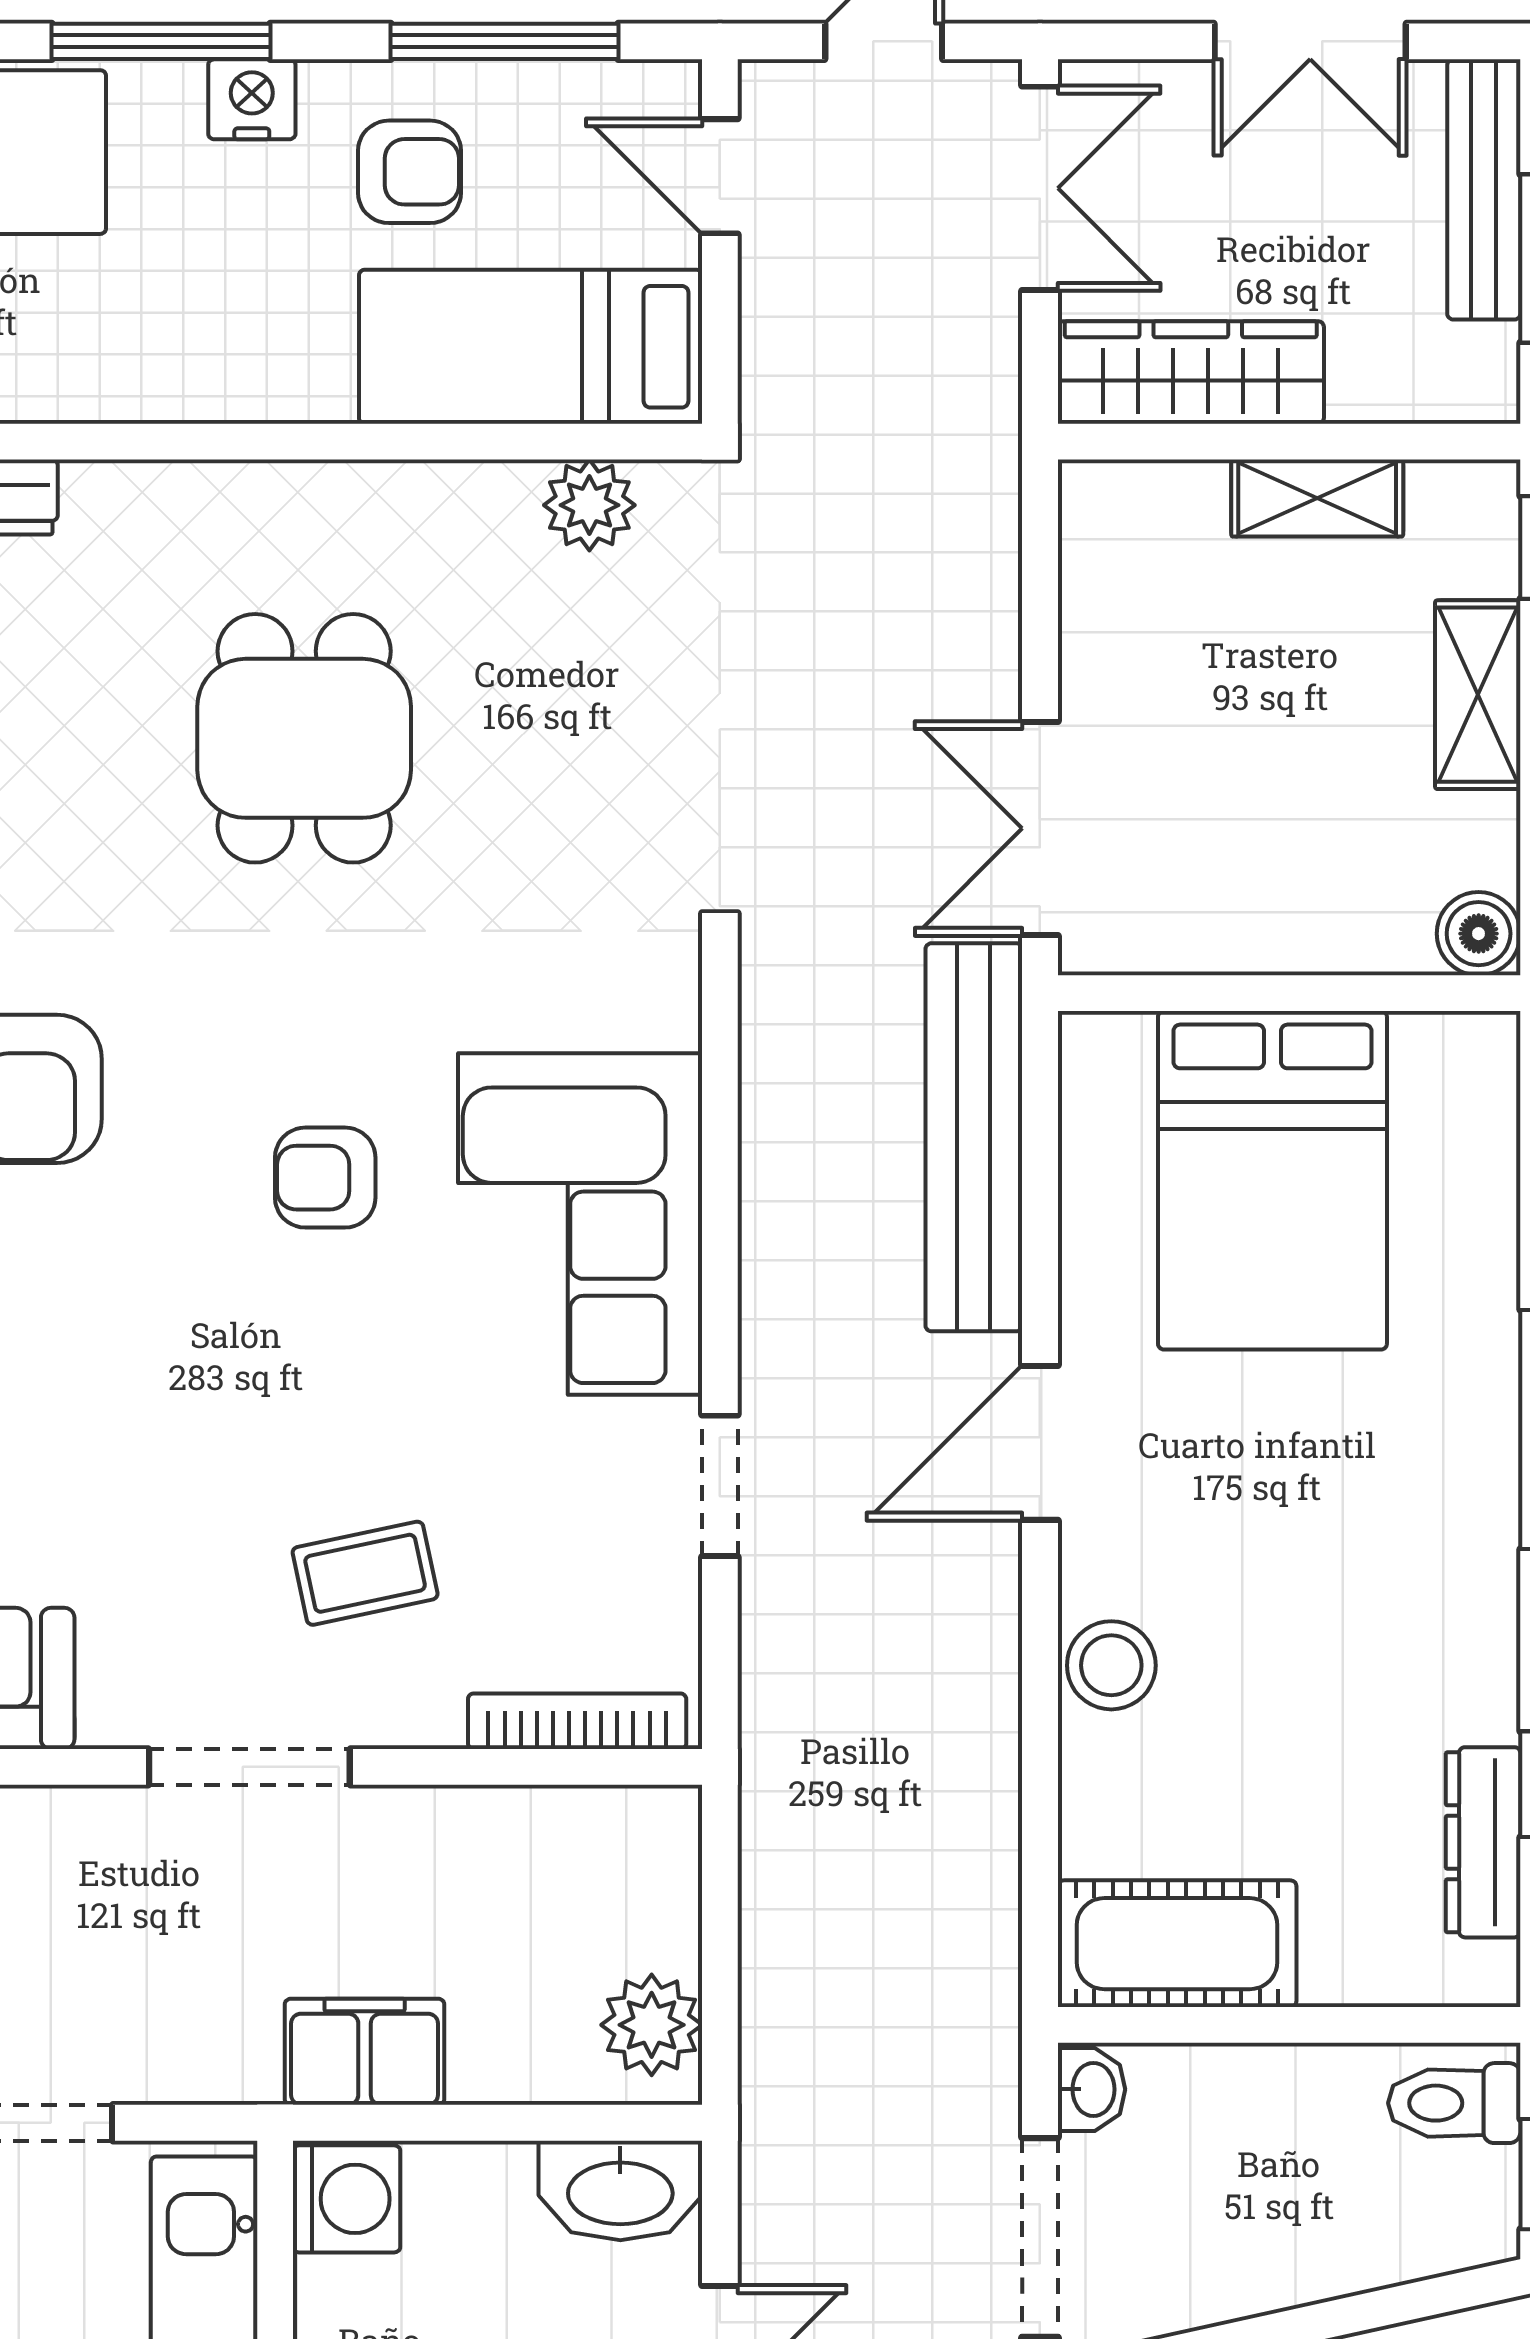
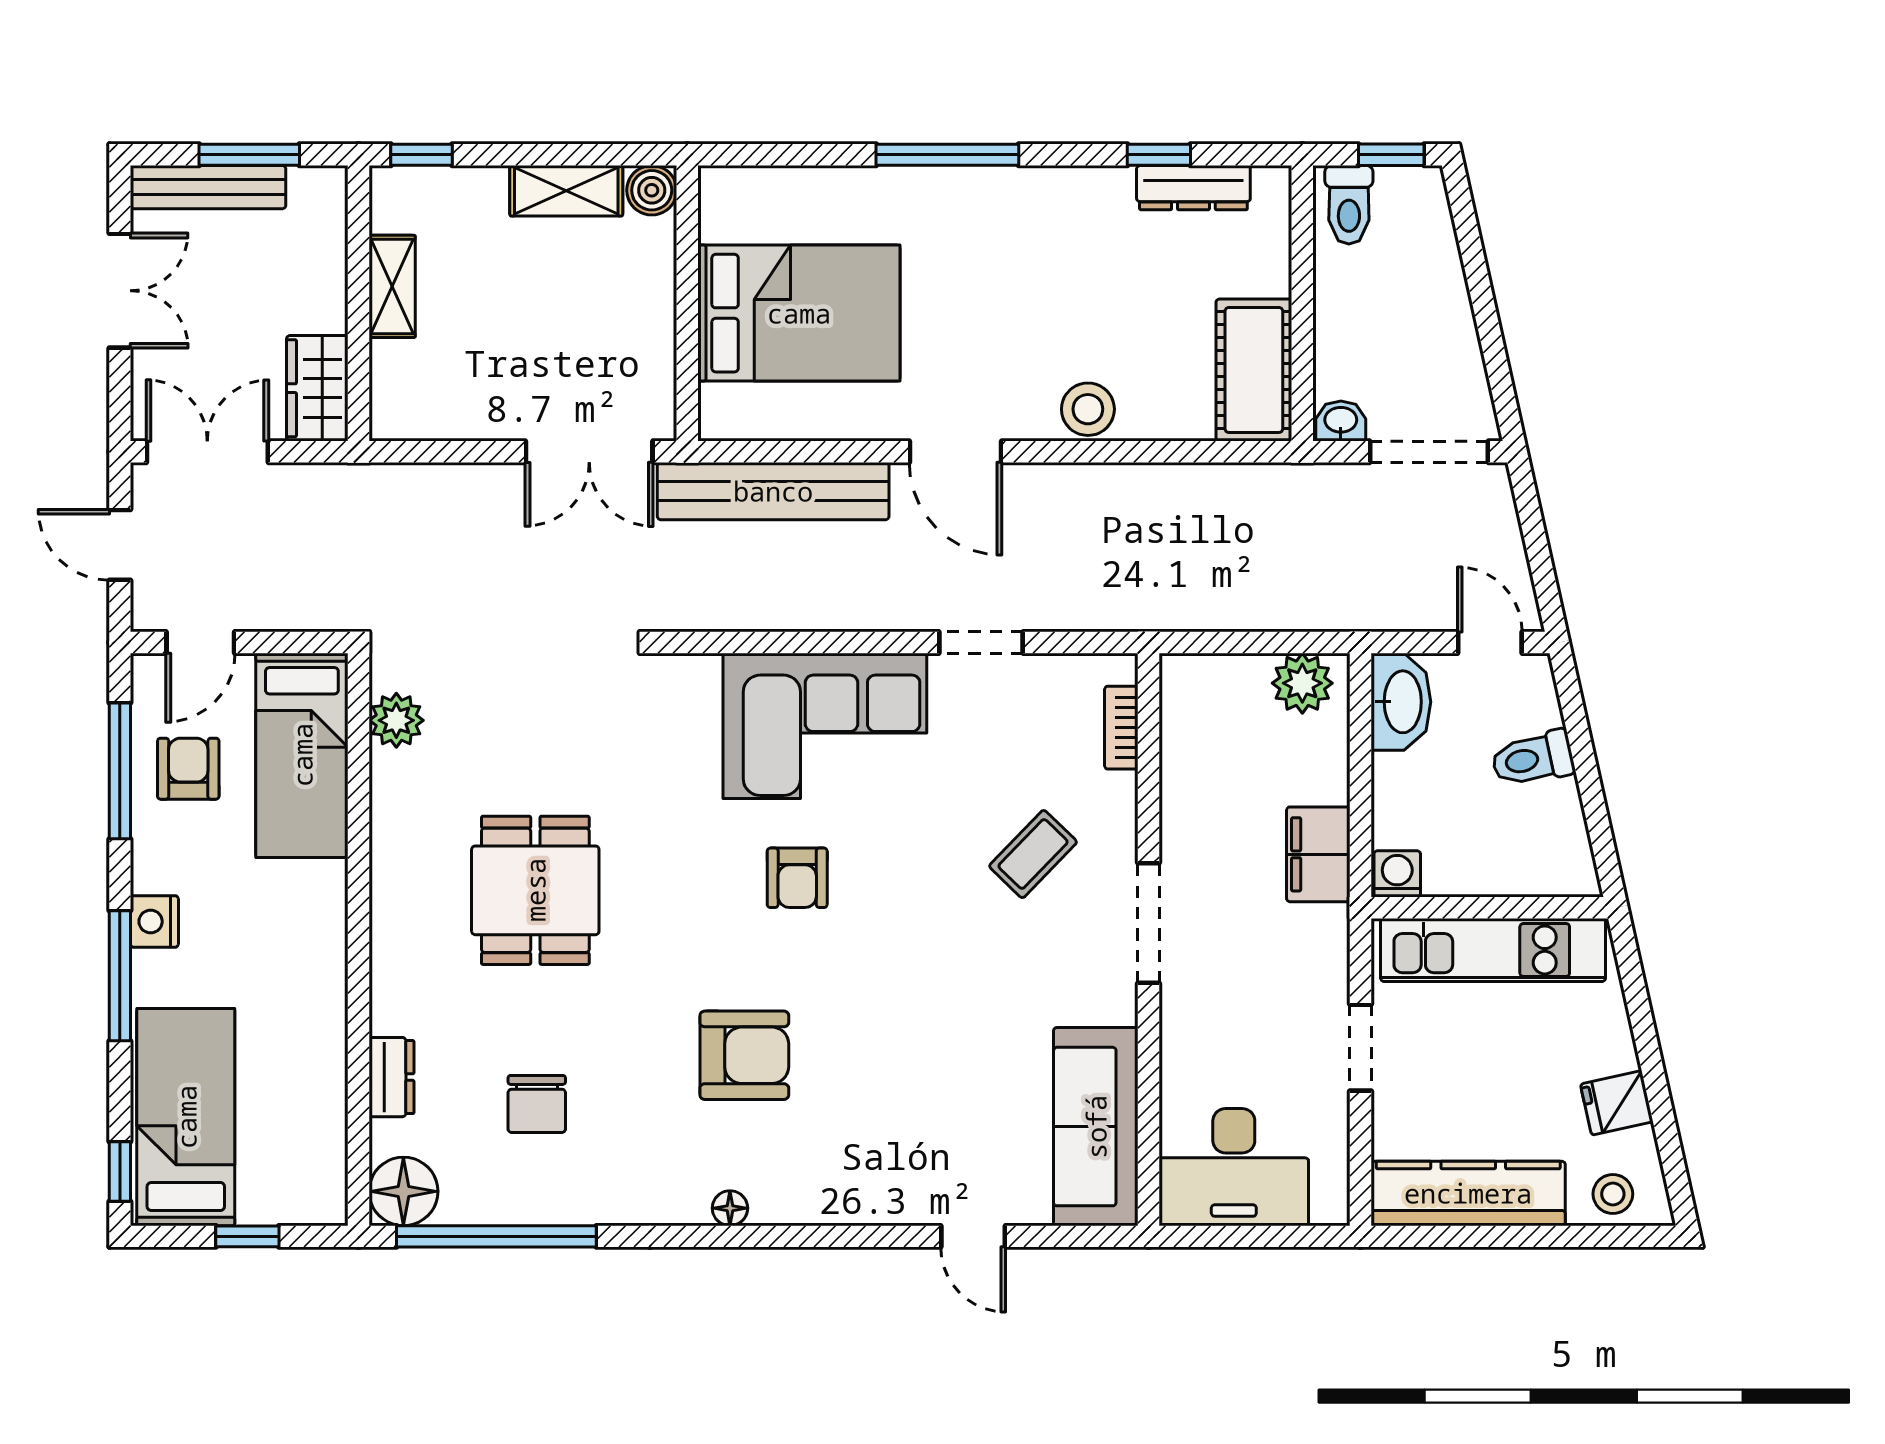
armchair: (410, 172) -> (188, 769), moved
wardrobe: (1191, 372) -> (317, 388), width x0.67
shelving: (1478, 695) -> (566, 191), moved
dining table: (304, 738) -> (535, 890), turned 90
coffee table: (365, 1573) -> (1033, 854), turned 56
bookcase: (577, 1721) -> (1121, 728), width x0.64
washing machine: (347, 2199) -> (1397, 874), width x0.73, depth x0.73

